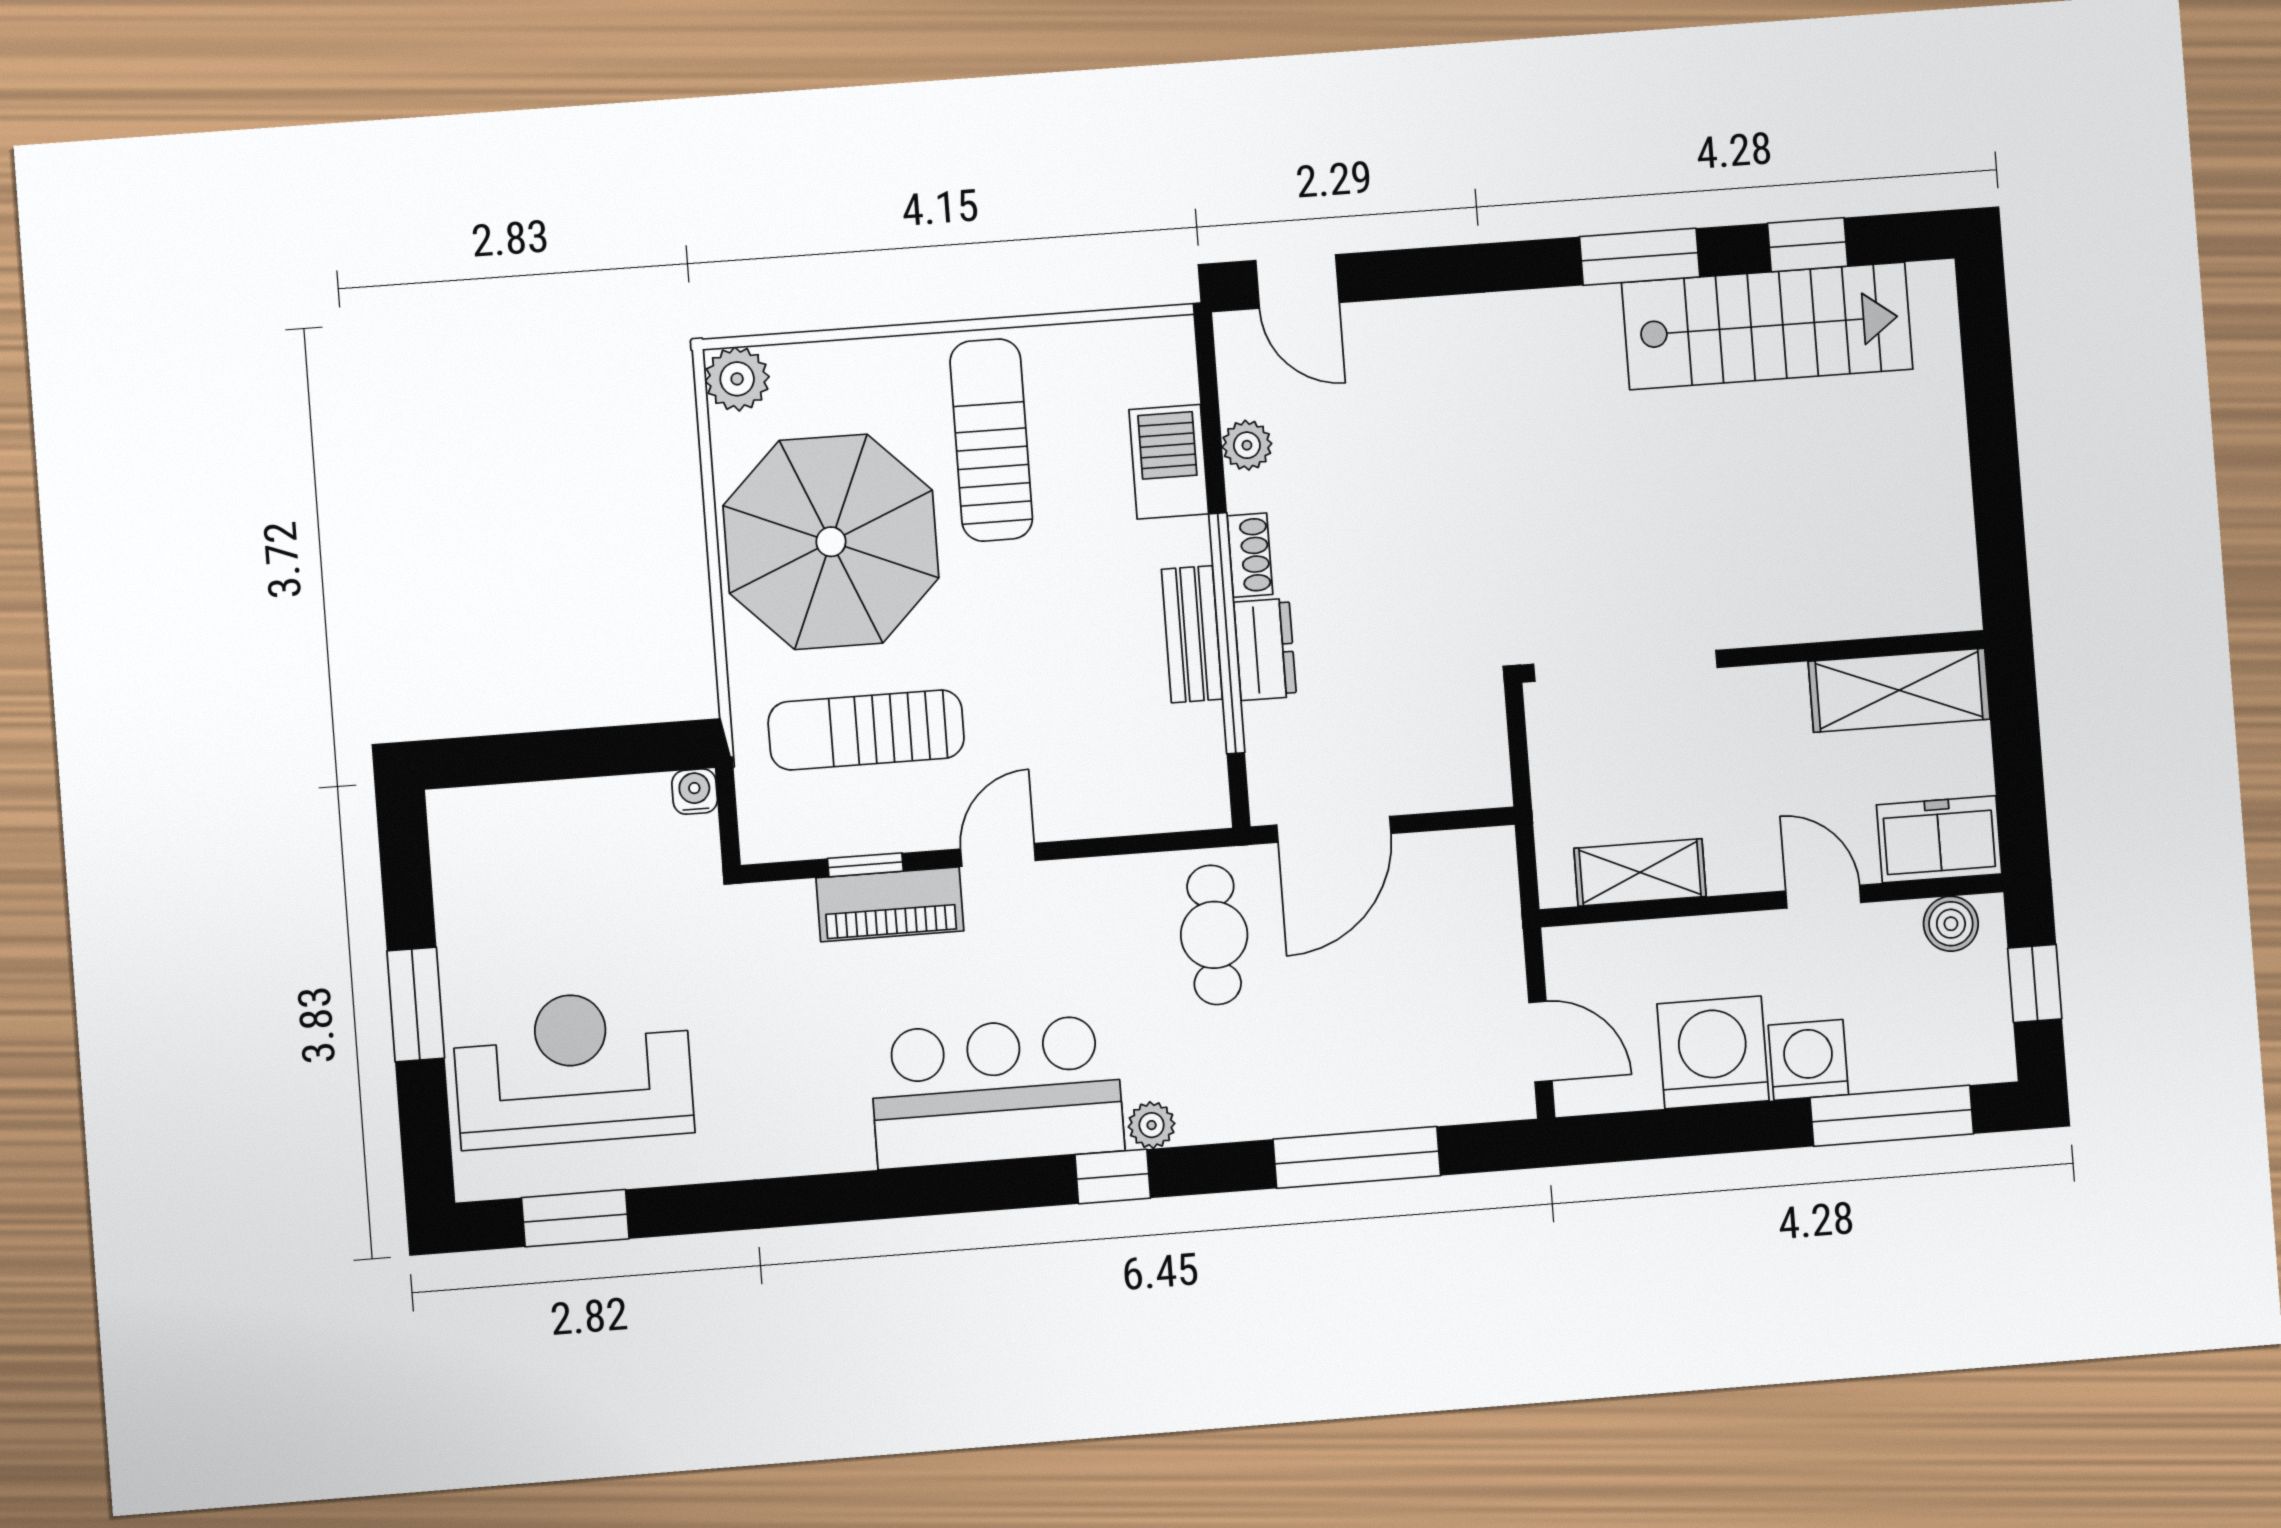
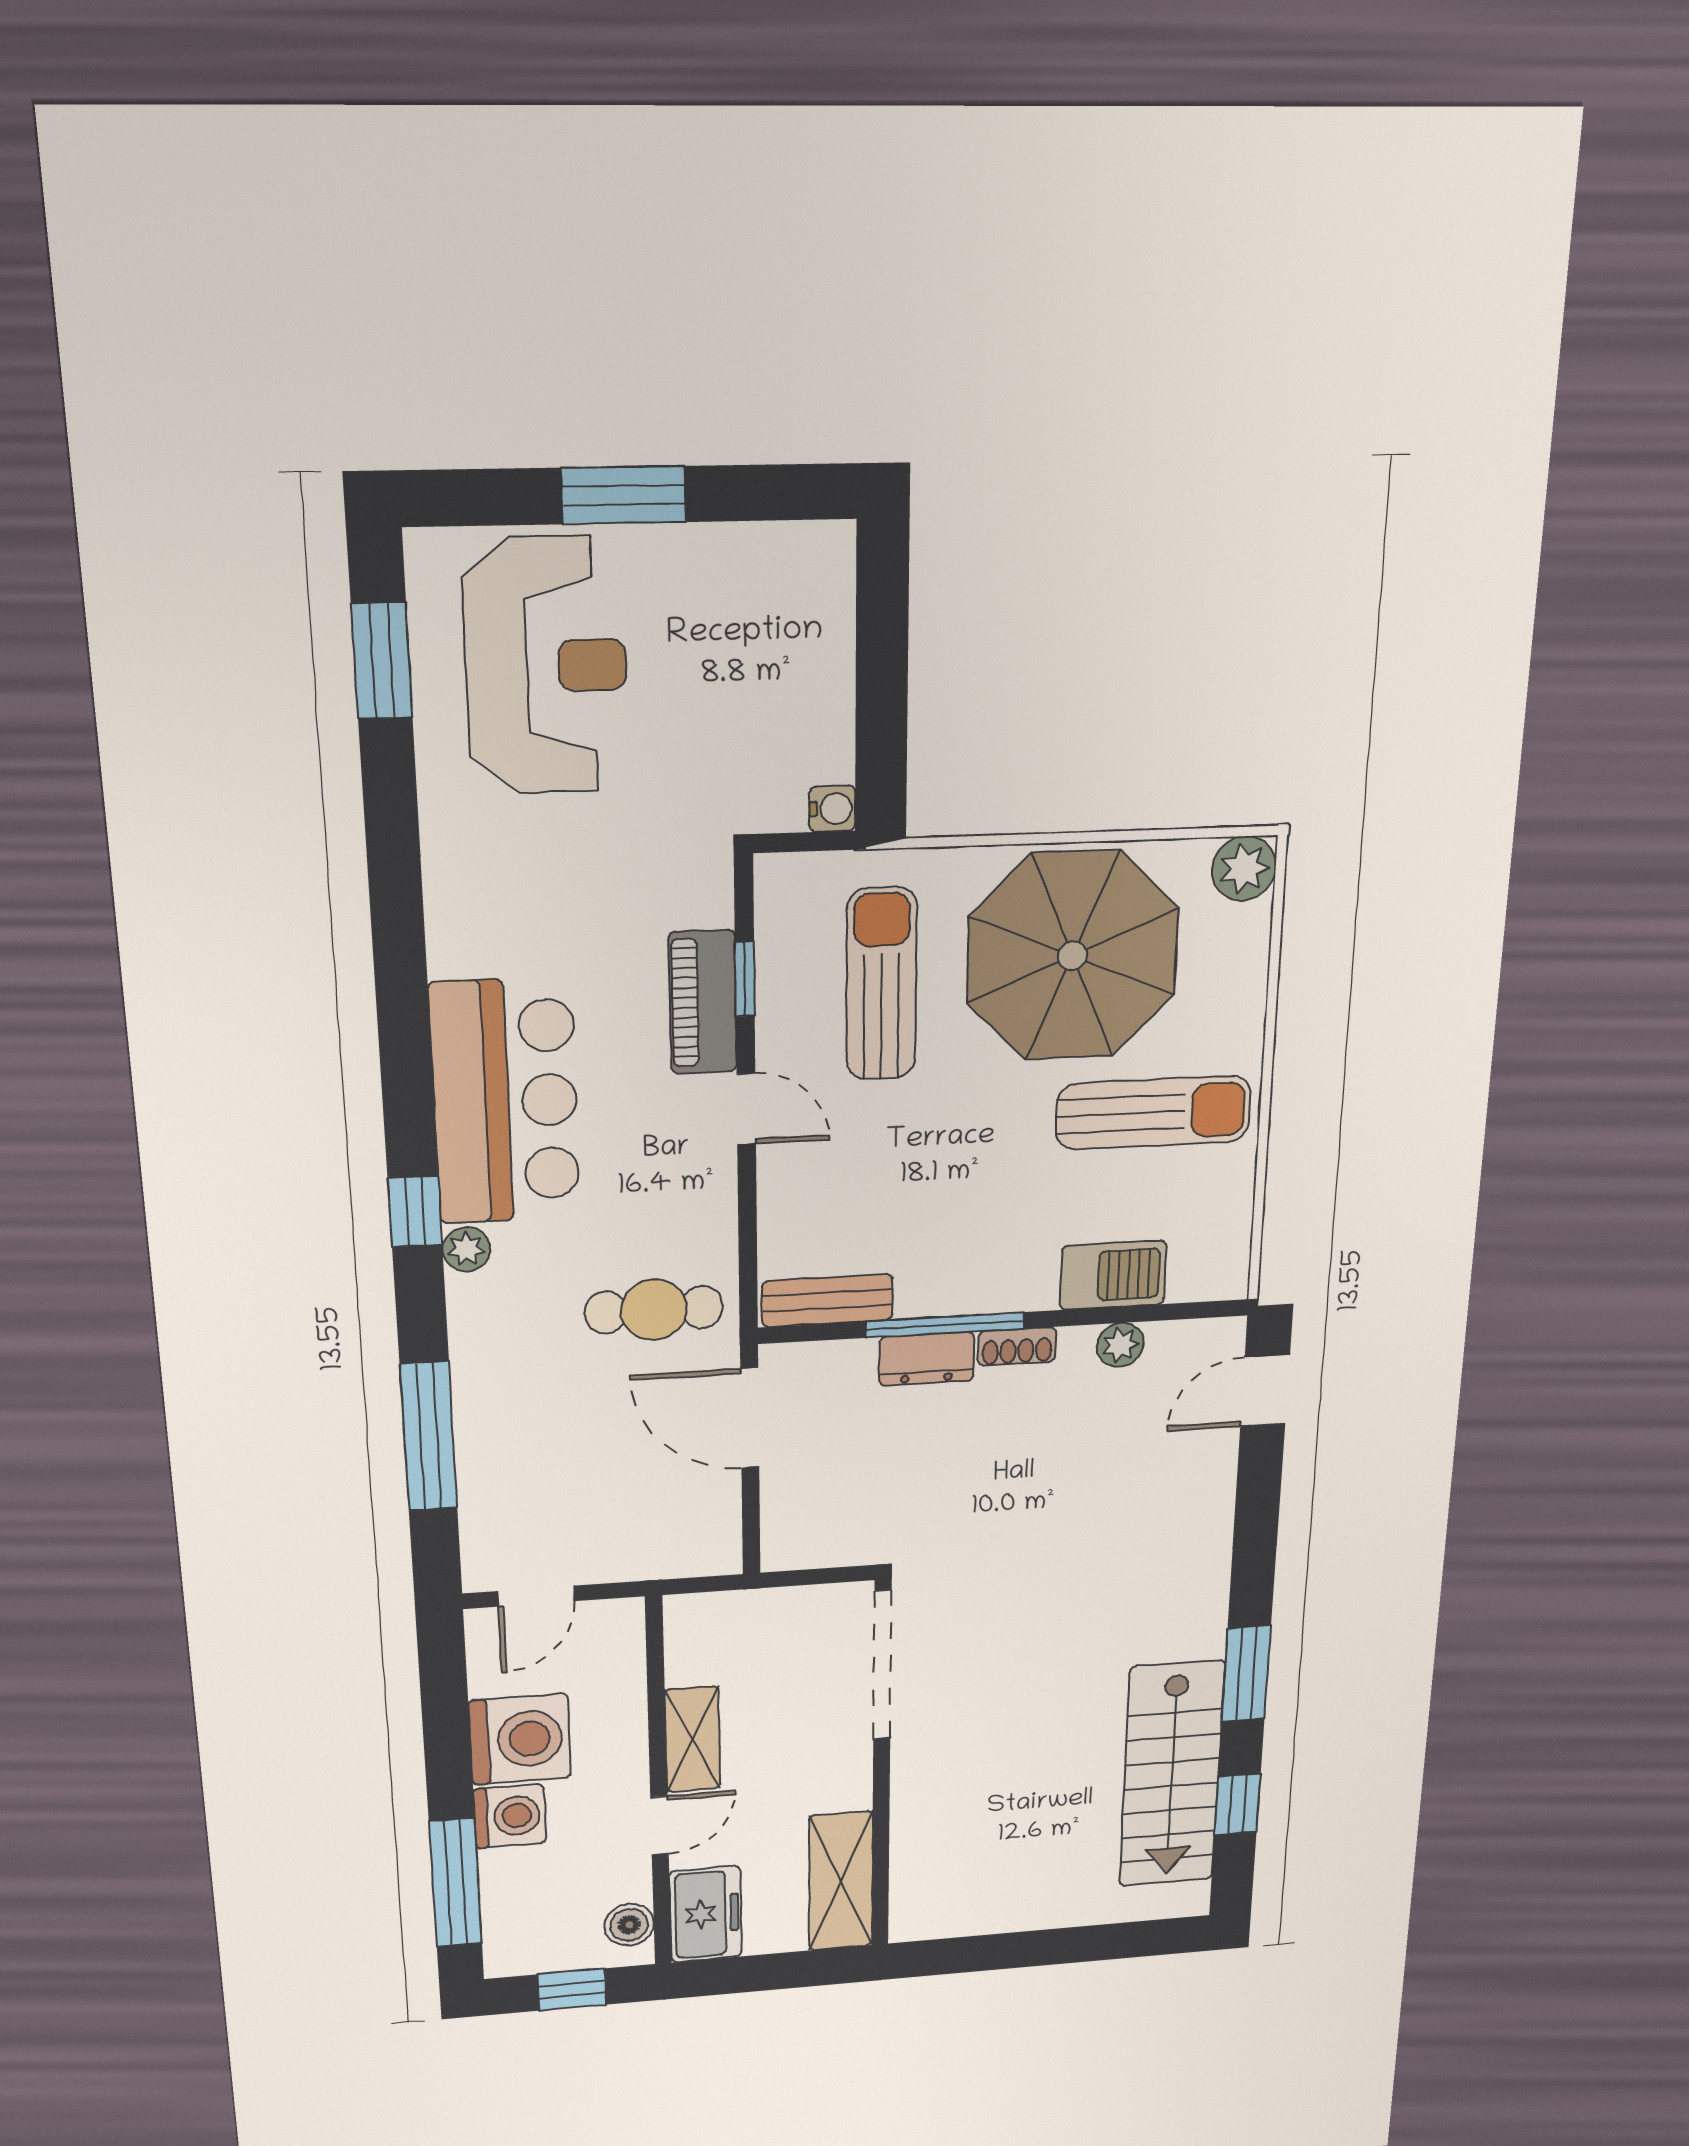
window: (1227, 633) -> (945, 1325), width x0.68
bench: (1192, 634) -> (827, 1300), moved
shelving: (1640, 872) -> (693, 1739), moved

